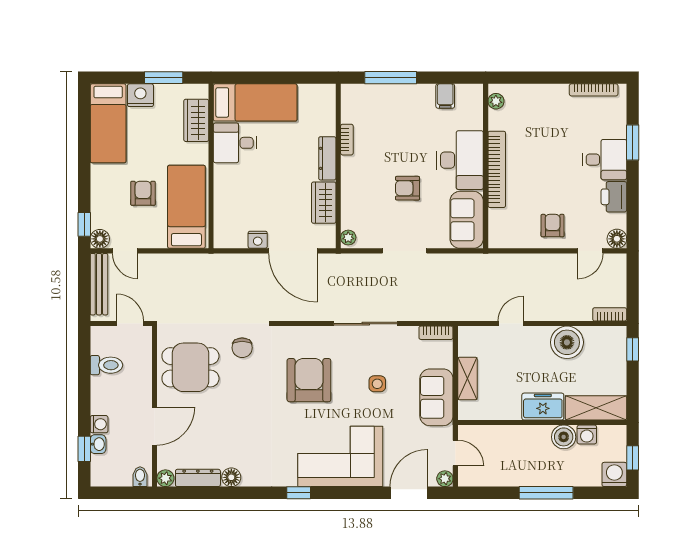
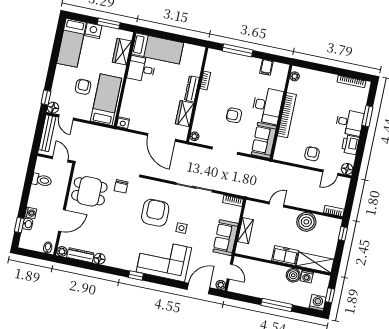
nightstand: (258, 240) -> (123, 123), moved
side table: (377, 384) -> (182, 228), moved

